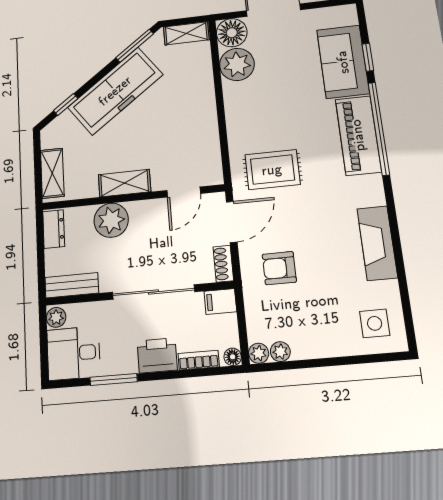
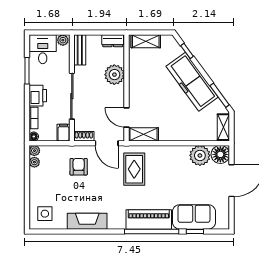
shelving: (125, 183) -> (144, 134), moved, turned 90

